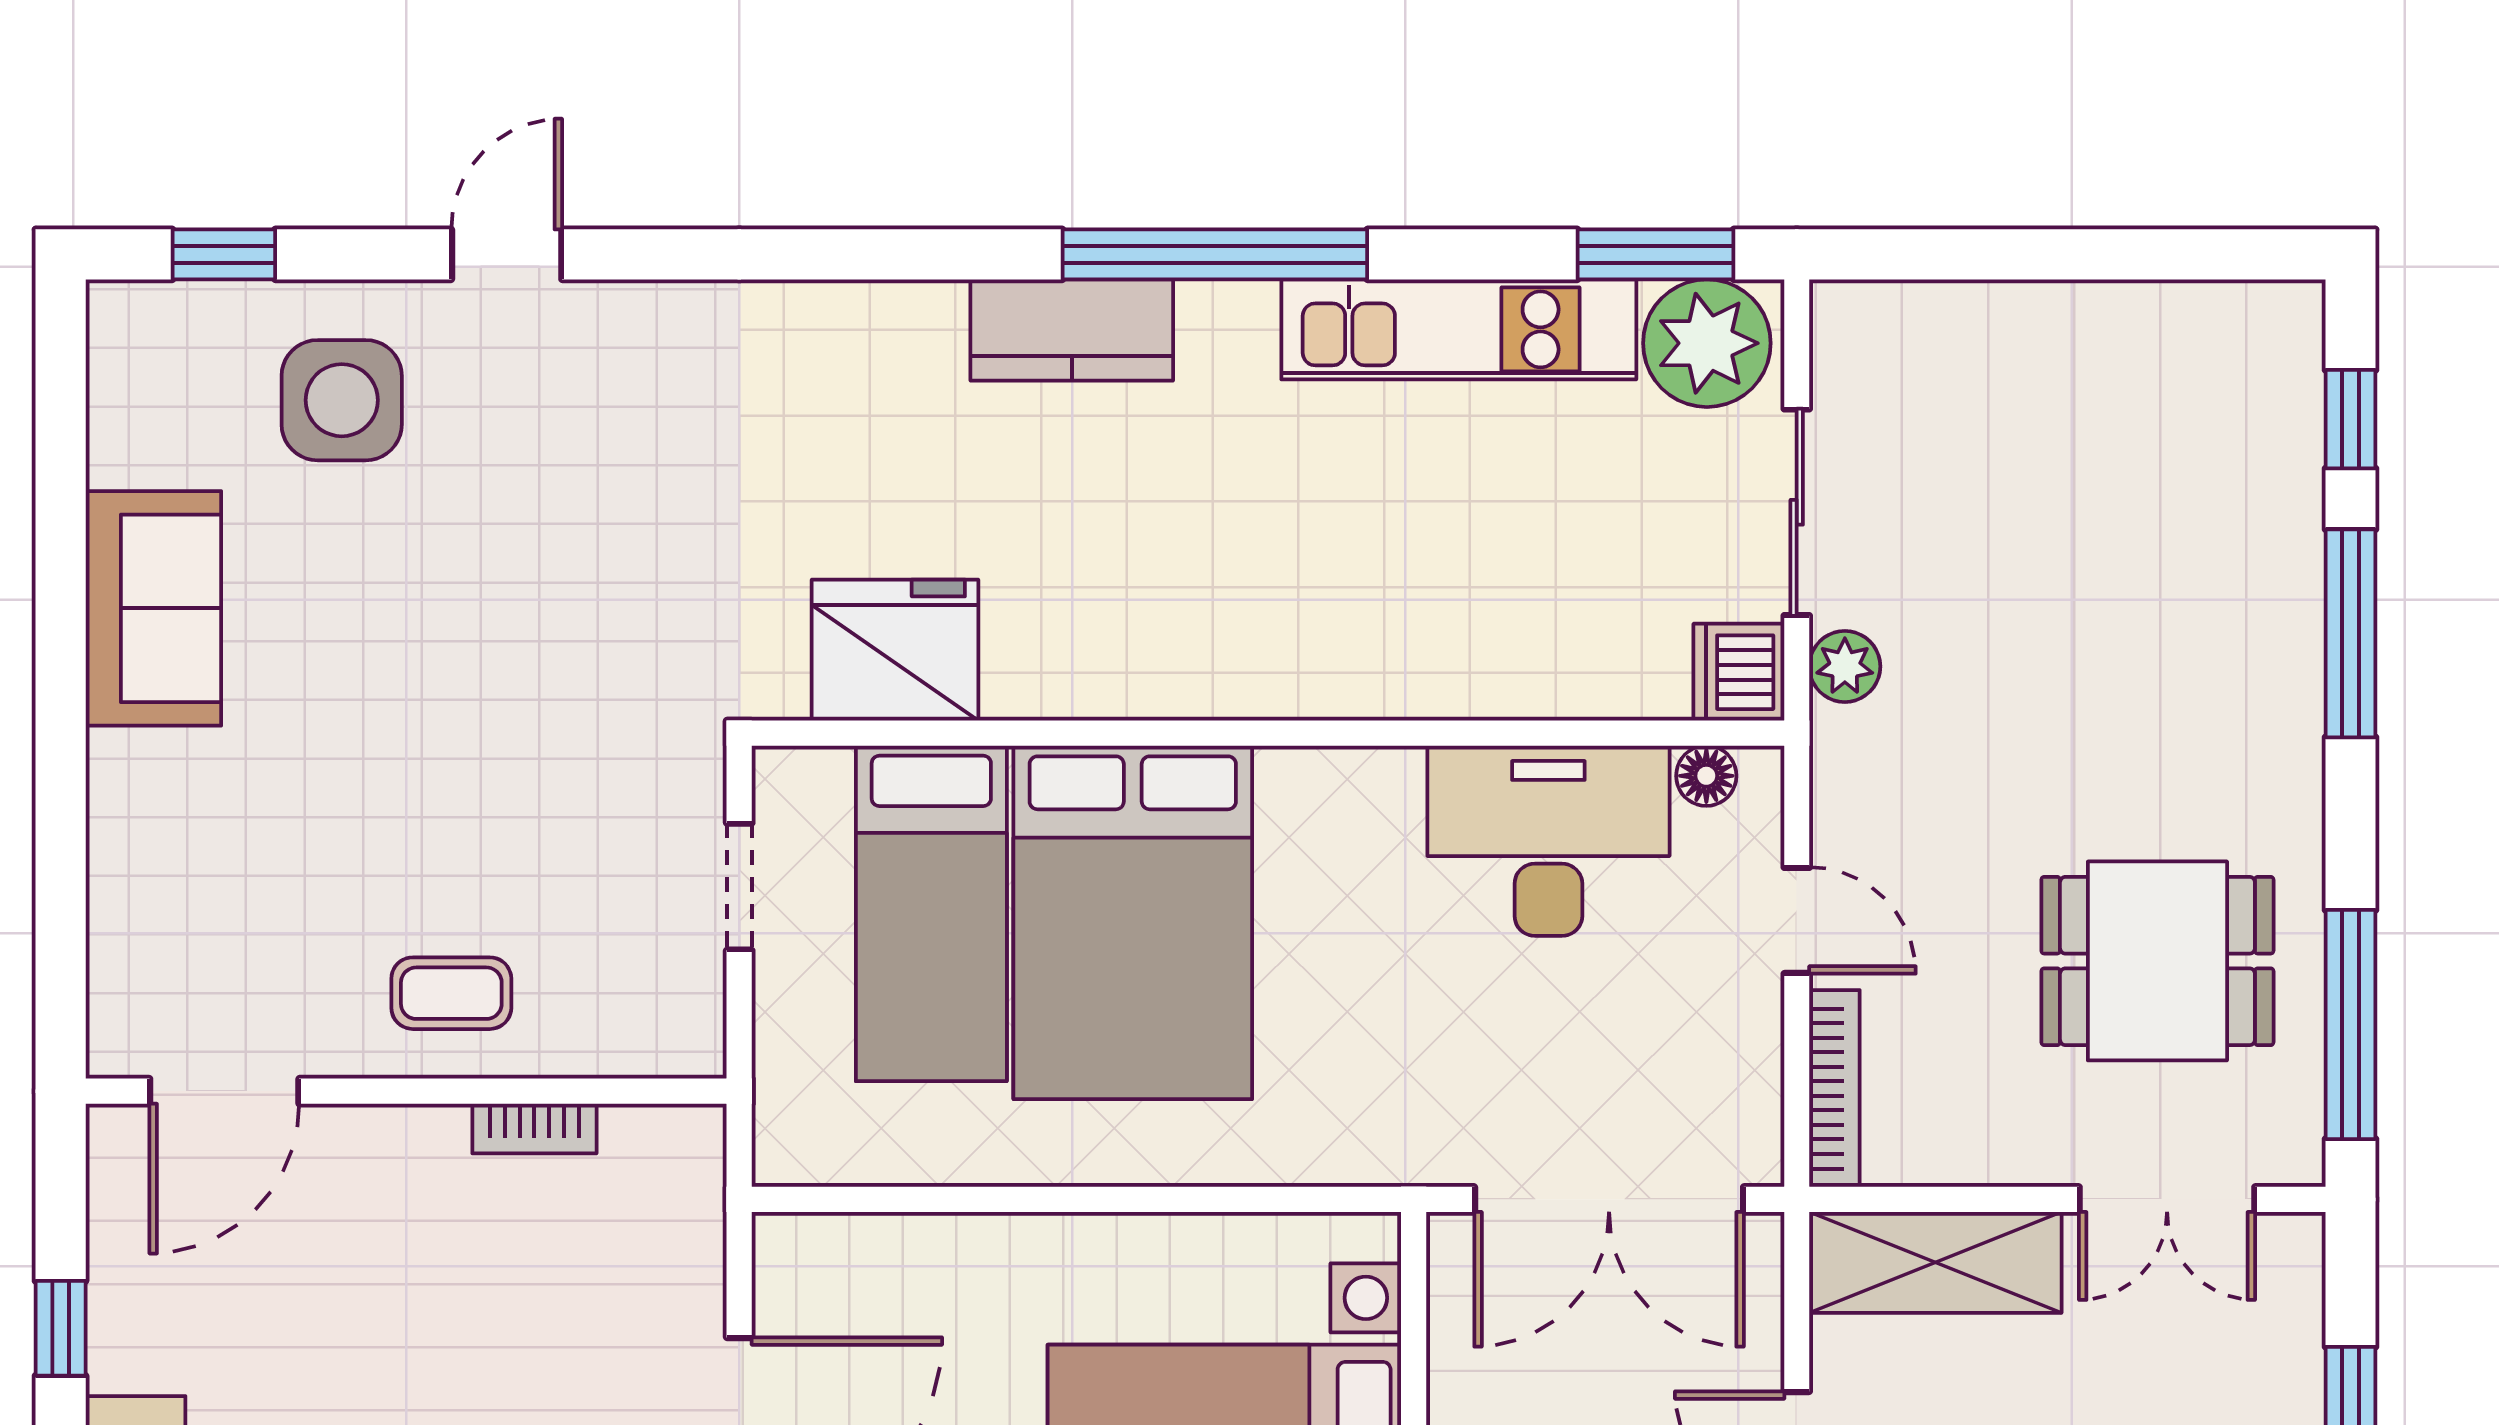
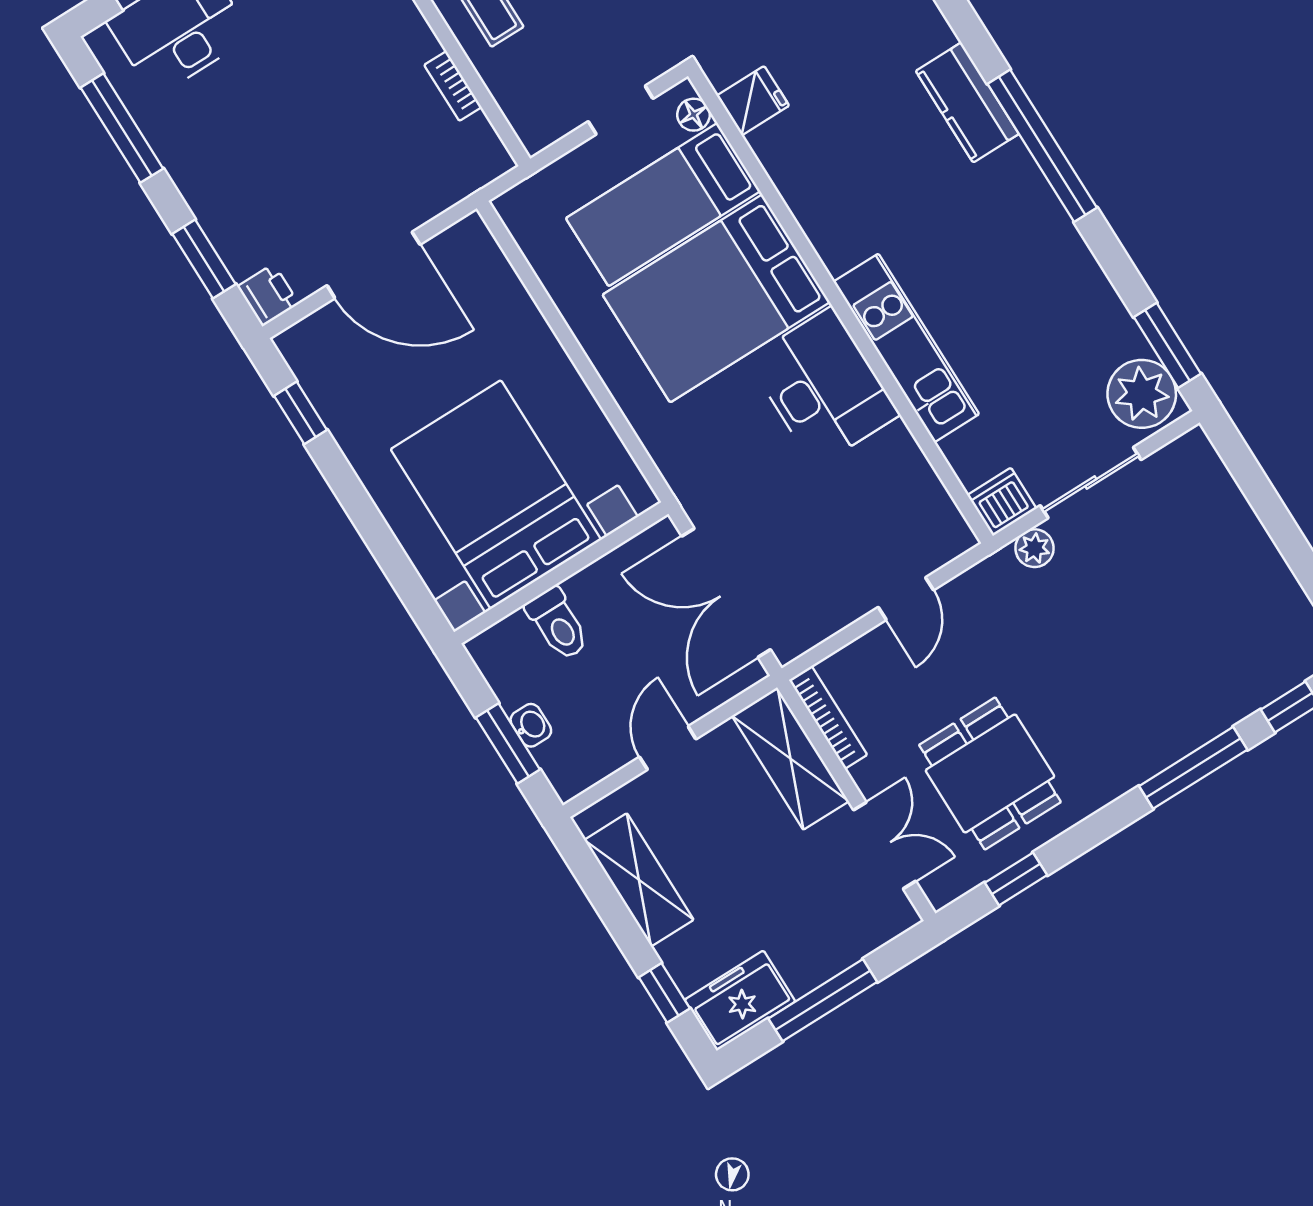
kitchen unit: (1459, 329) -> (906, 348), moved, turned 180
fridge: (895, 650) -> (753, 101), width x0.53, depth x0.75
floor lamp: (1706, 776) -> (694, 115), moved
desk: (1548, 841) -> (823, 387), moved
window: (2350, 1025) -> (1016, 879), width x0.46
bookcase: (1834, 1089) -> (828, 717), moved, turned -90
double door: (2167, 1199) -> (885, 846), swing flipped

